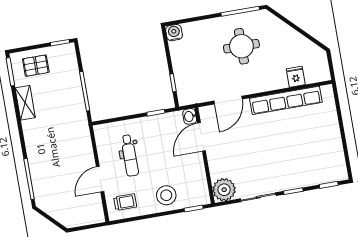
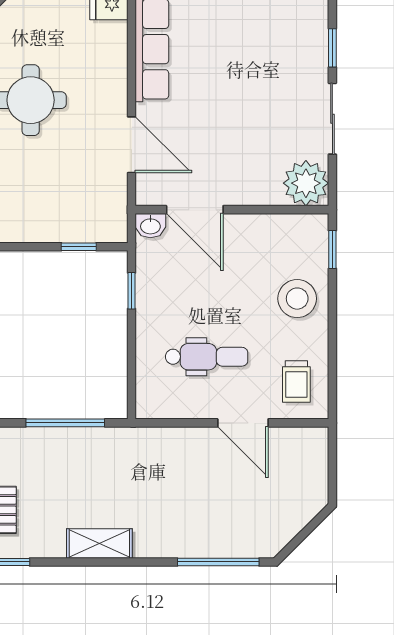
shelving: (25, 103) -> (99, 543), moved
trolley: (125, 202) -> (296, 381), turned 180

